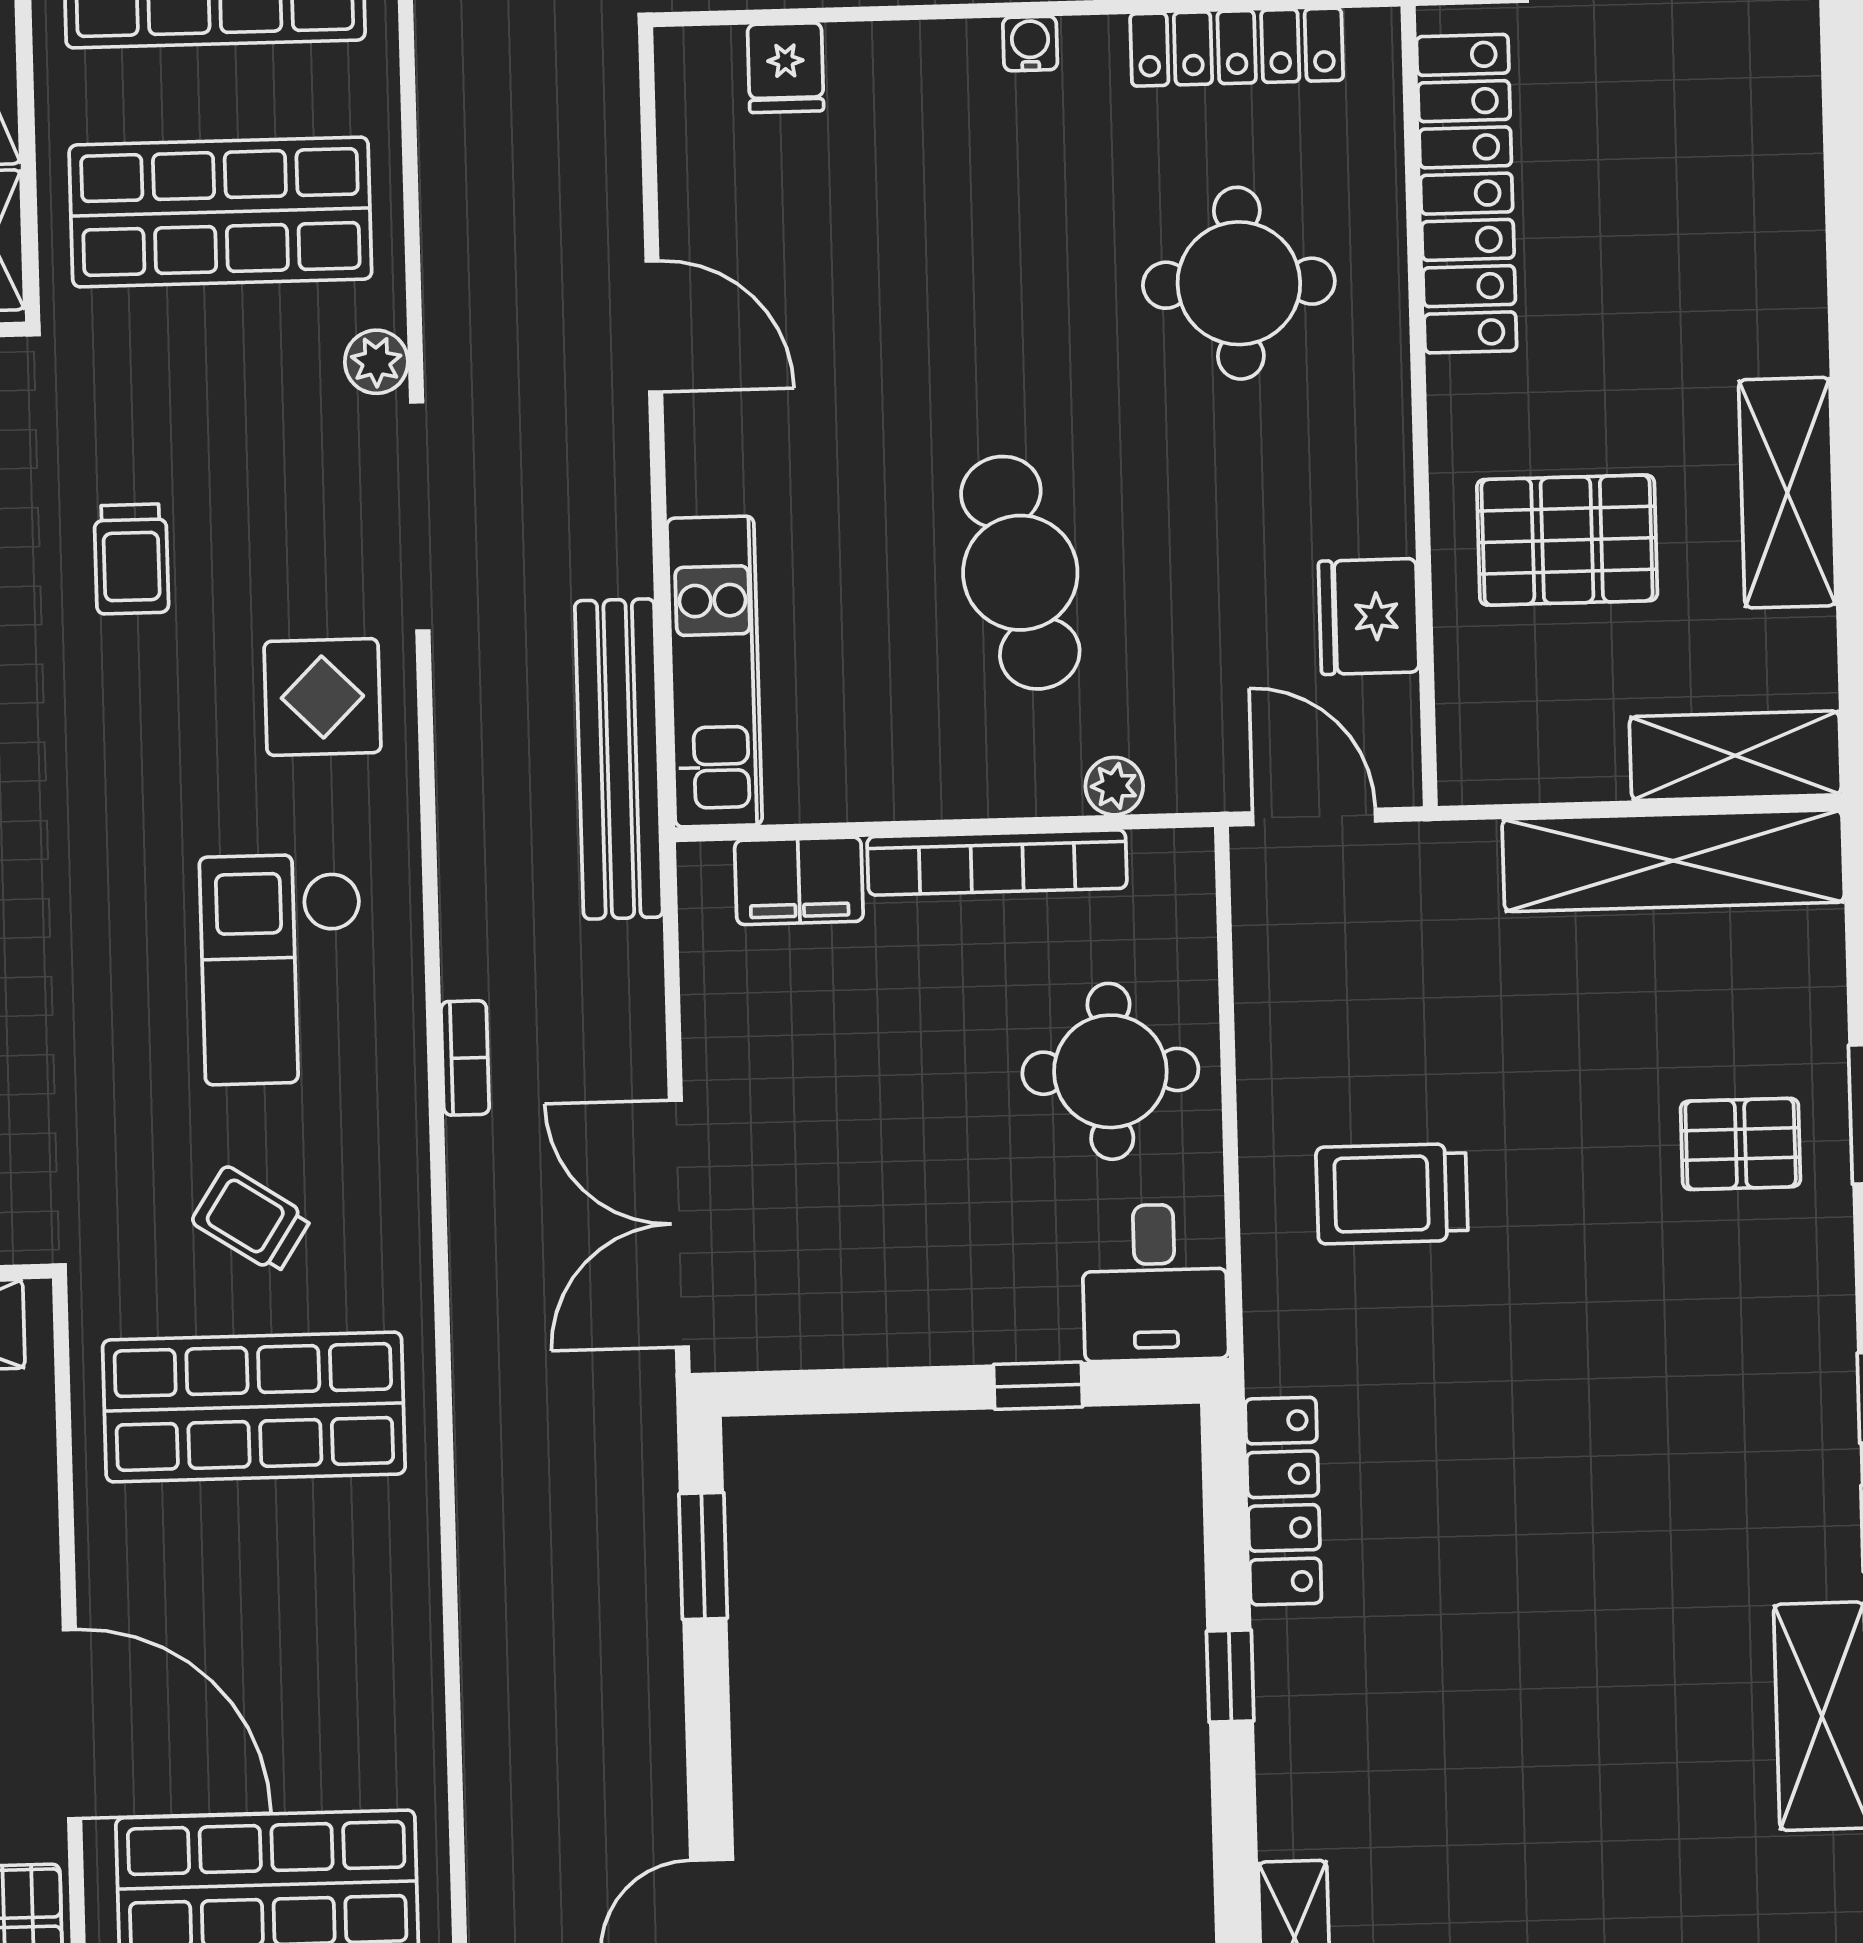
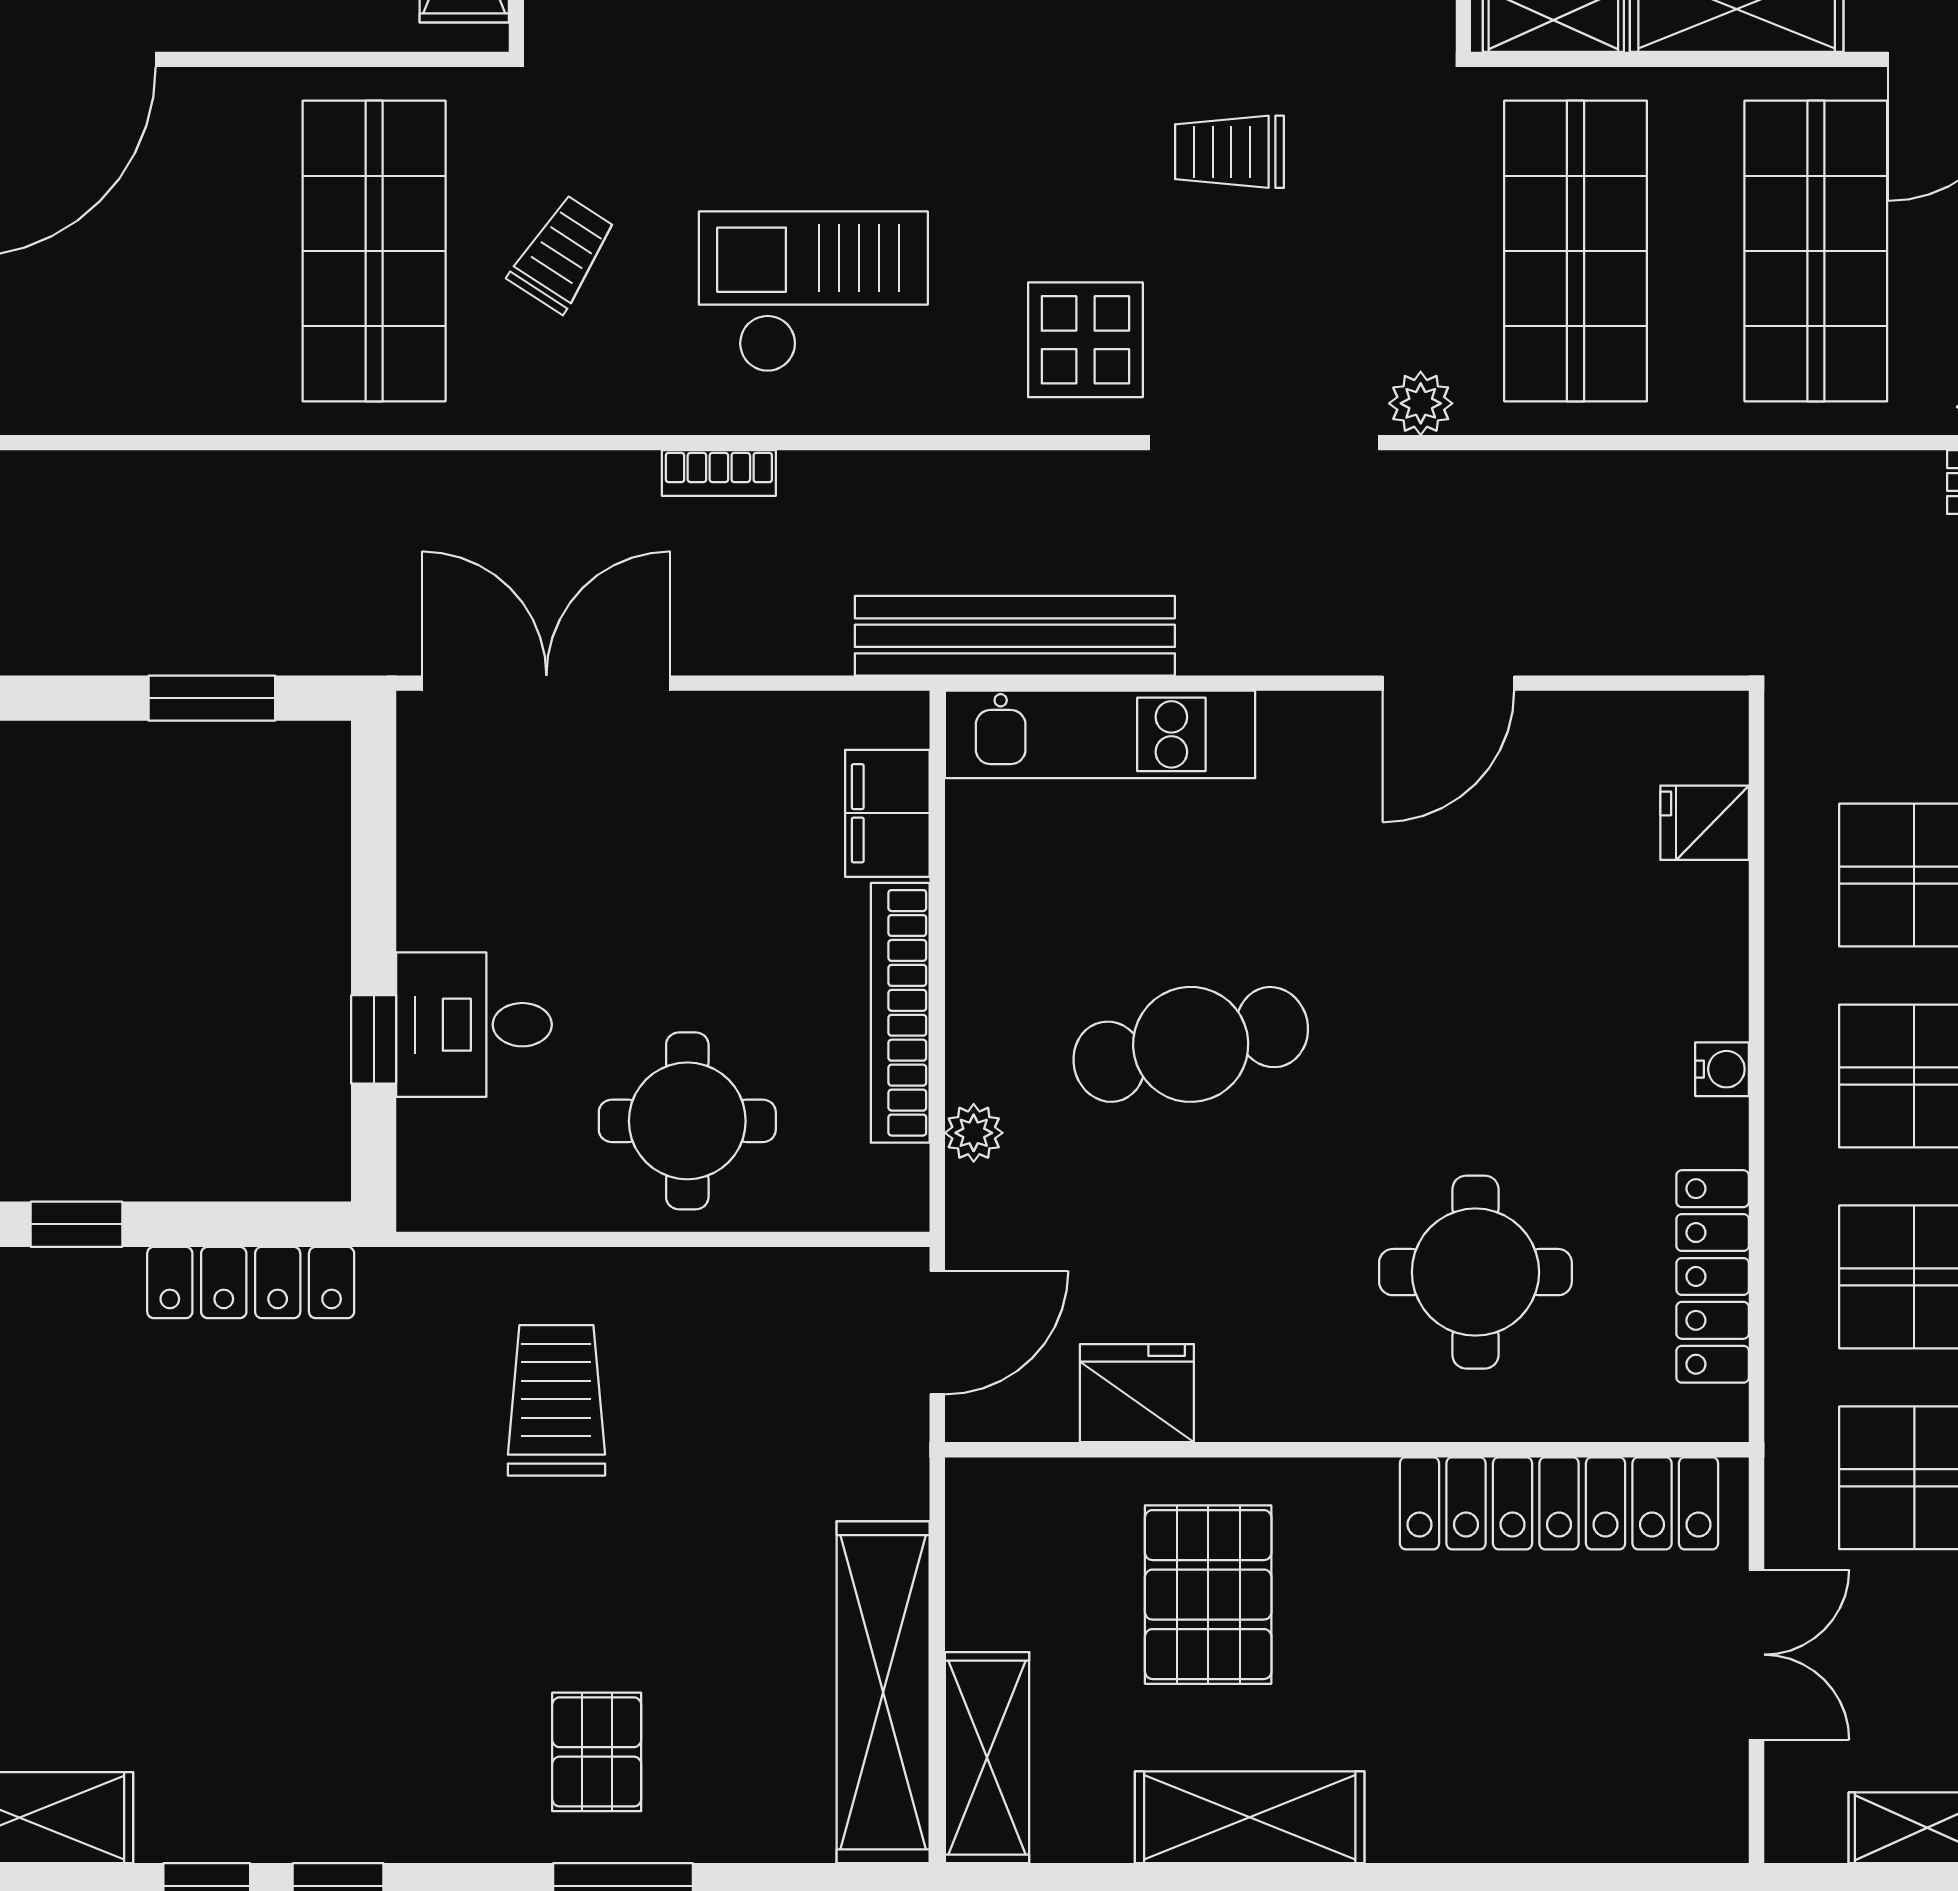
desk: (1155, 1282) -> (474, 1025), moved

